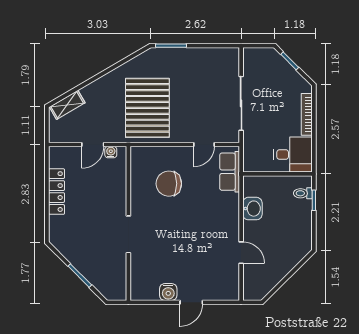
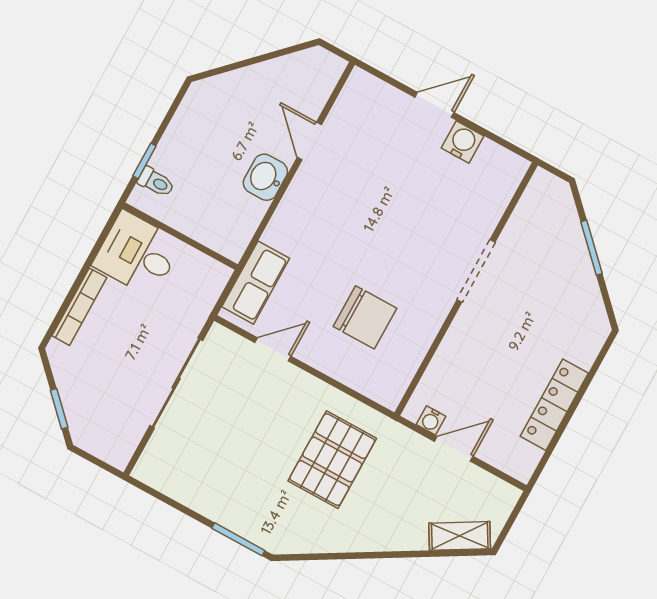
pallet: (147, 108) -> (332, 460), width x0.73, depth x0.71
washbasin: (252, 209) -> (265, 177), moved

